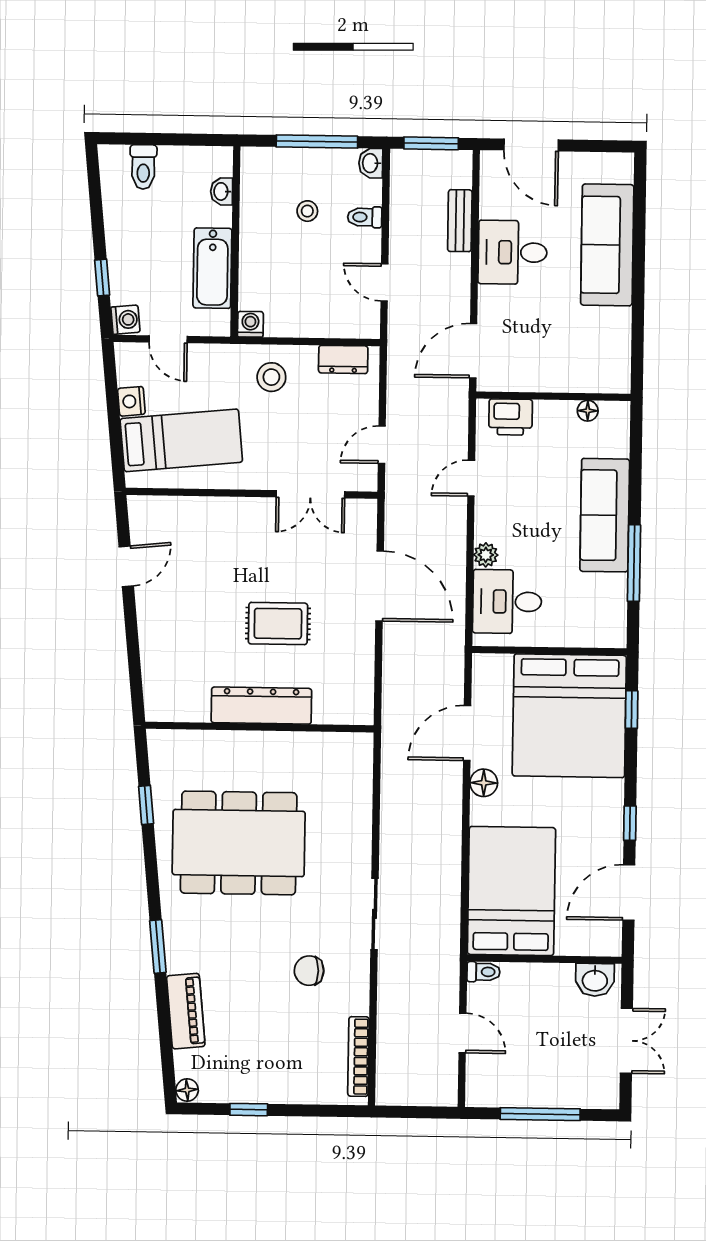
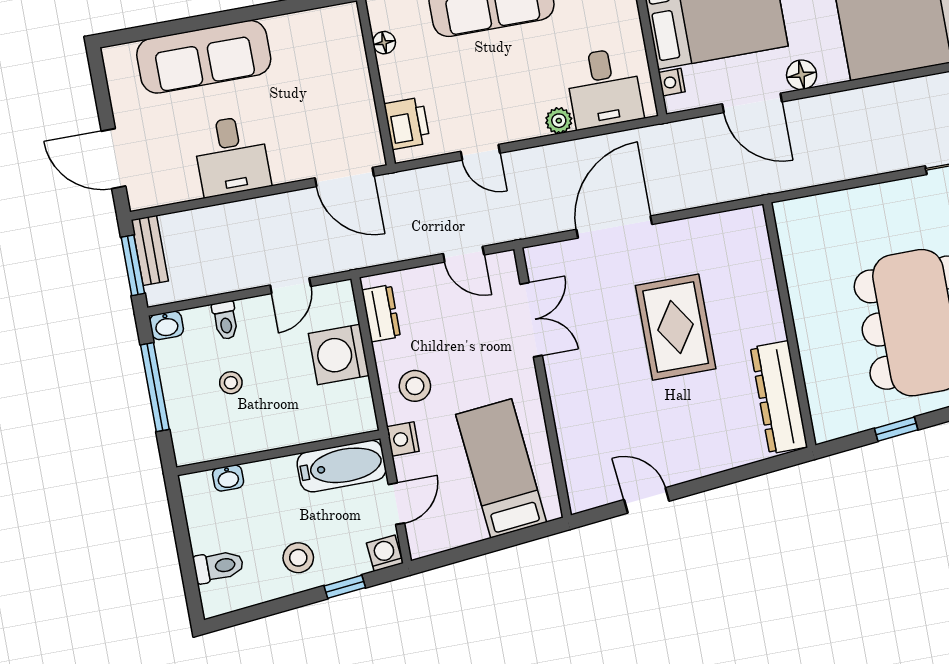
door: (531, 145) -> (113, 159), swing flipped
bench: (460, 221) -> (150, 250), moved, turned 90
stool: (137, 241) -> (298, 558), added
bathtub: (212, 268) -> (342, 466), moved
washing machine: (250, 324) -> (339, 354), moved, width x1.89, depth x1.89
nightstand: (131, 401) -> (403, 439), moved, turned 96
rug: (278, 624) -> (676, 327), width x1.36, depth x1.43
nightstand: (500, 664) -> (672, 82), added
dresser: (261, 706) -> (779, 397), moved

